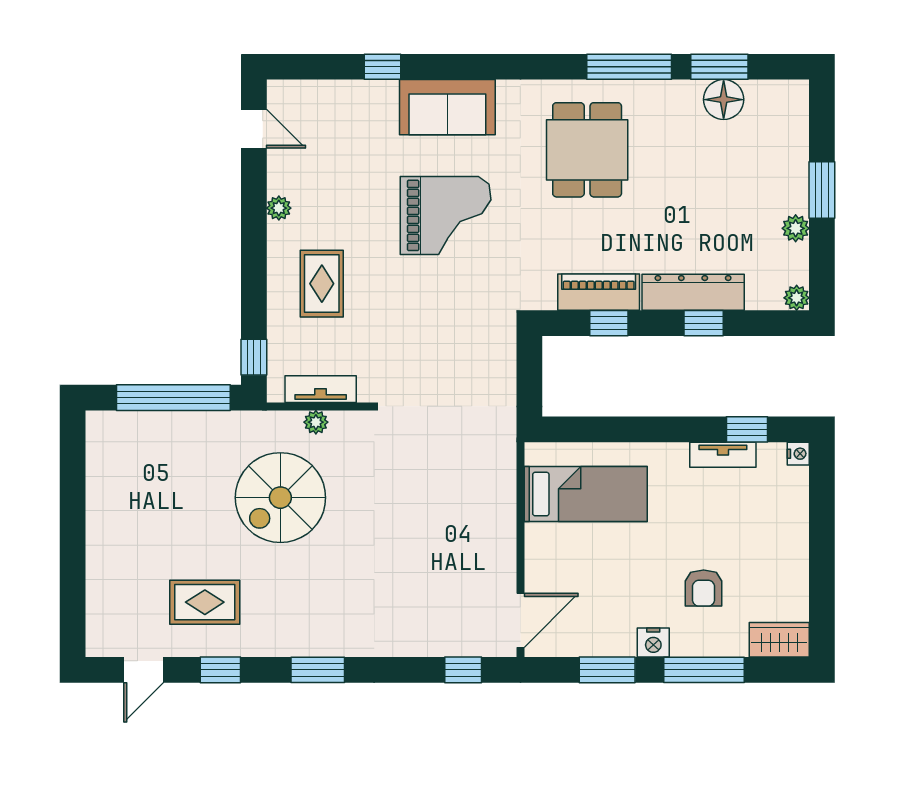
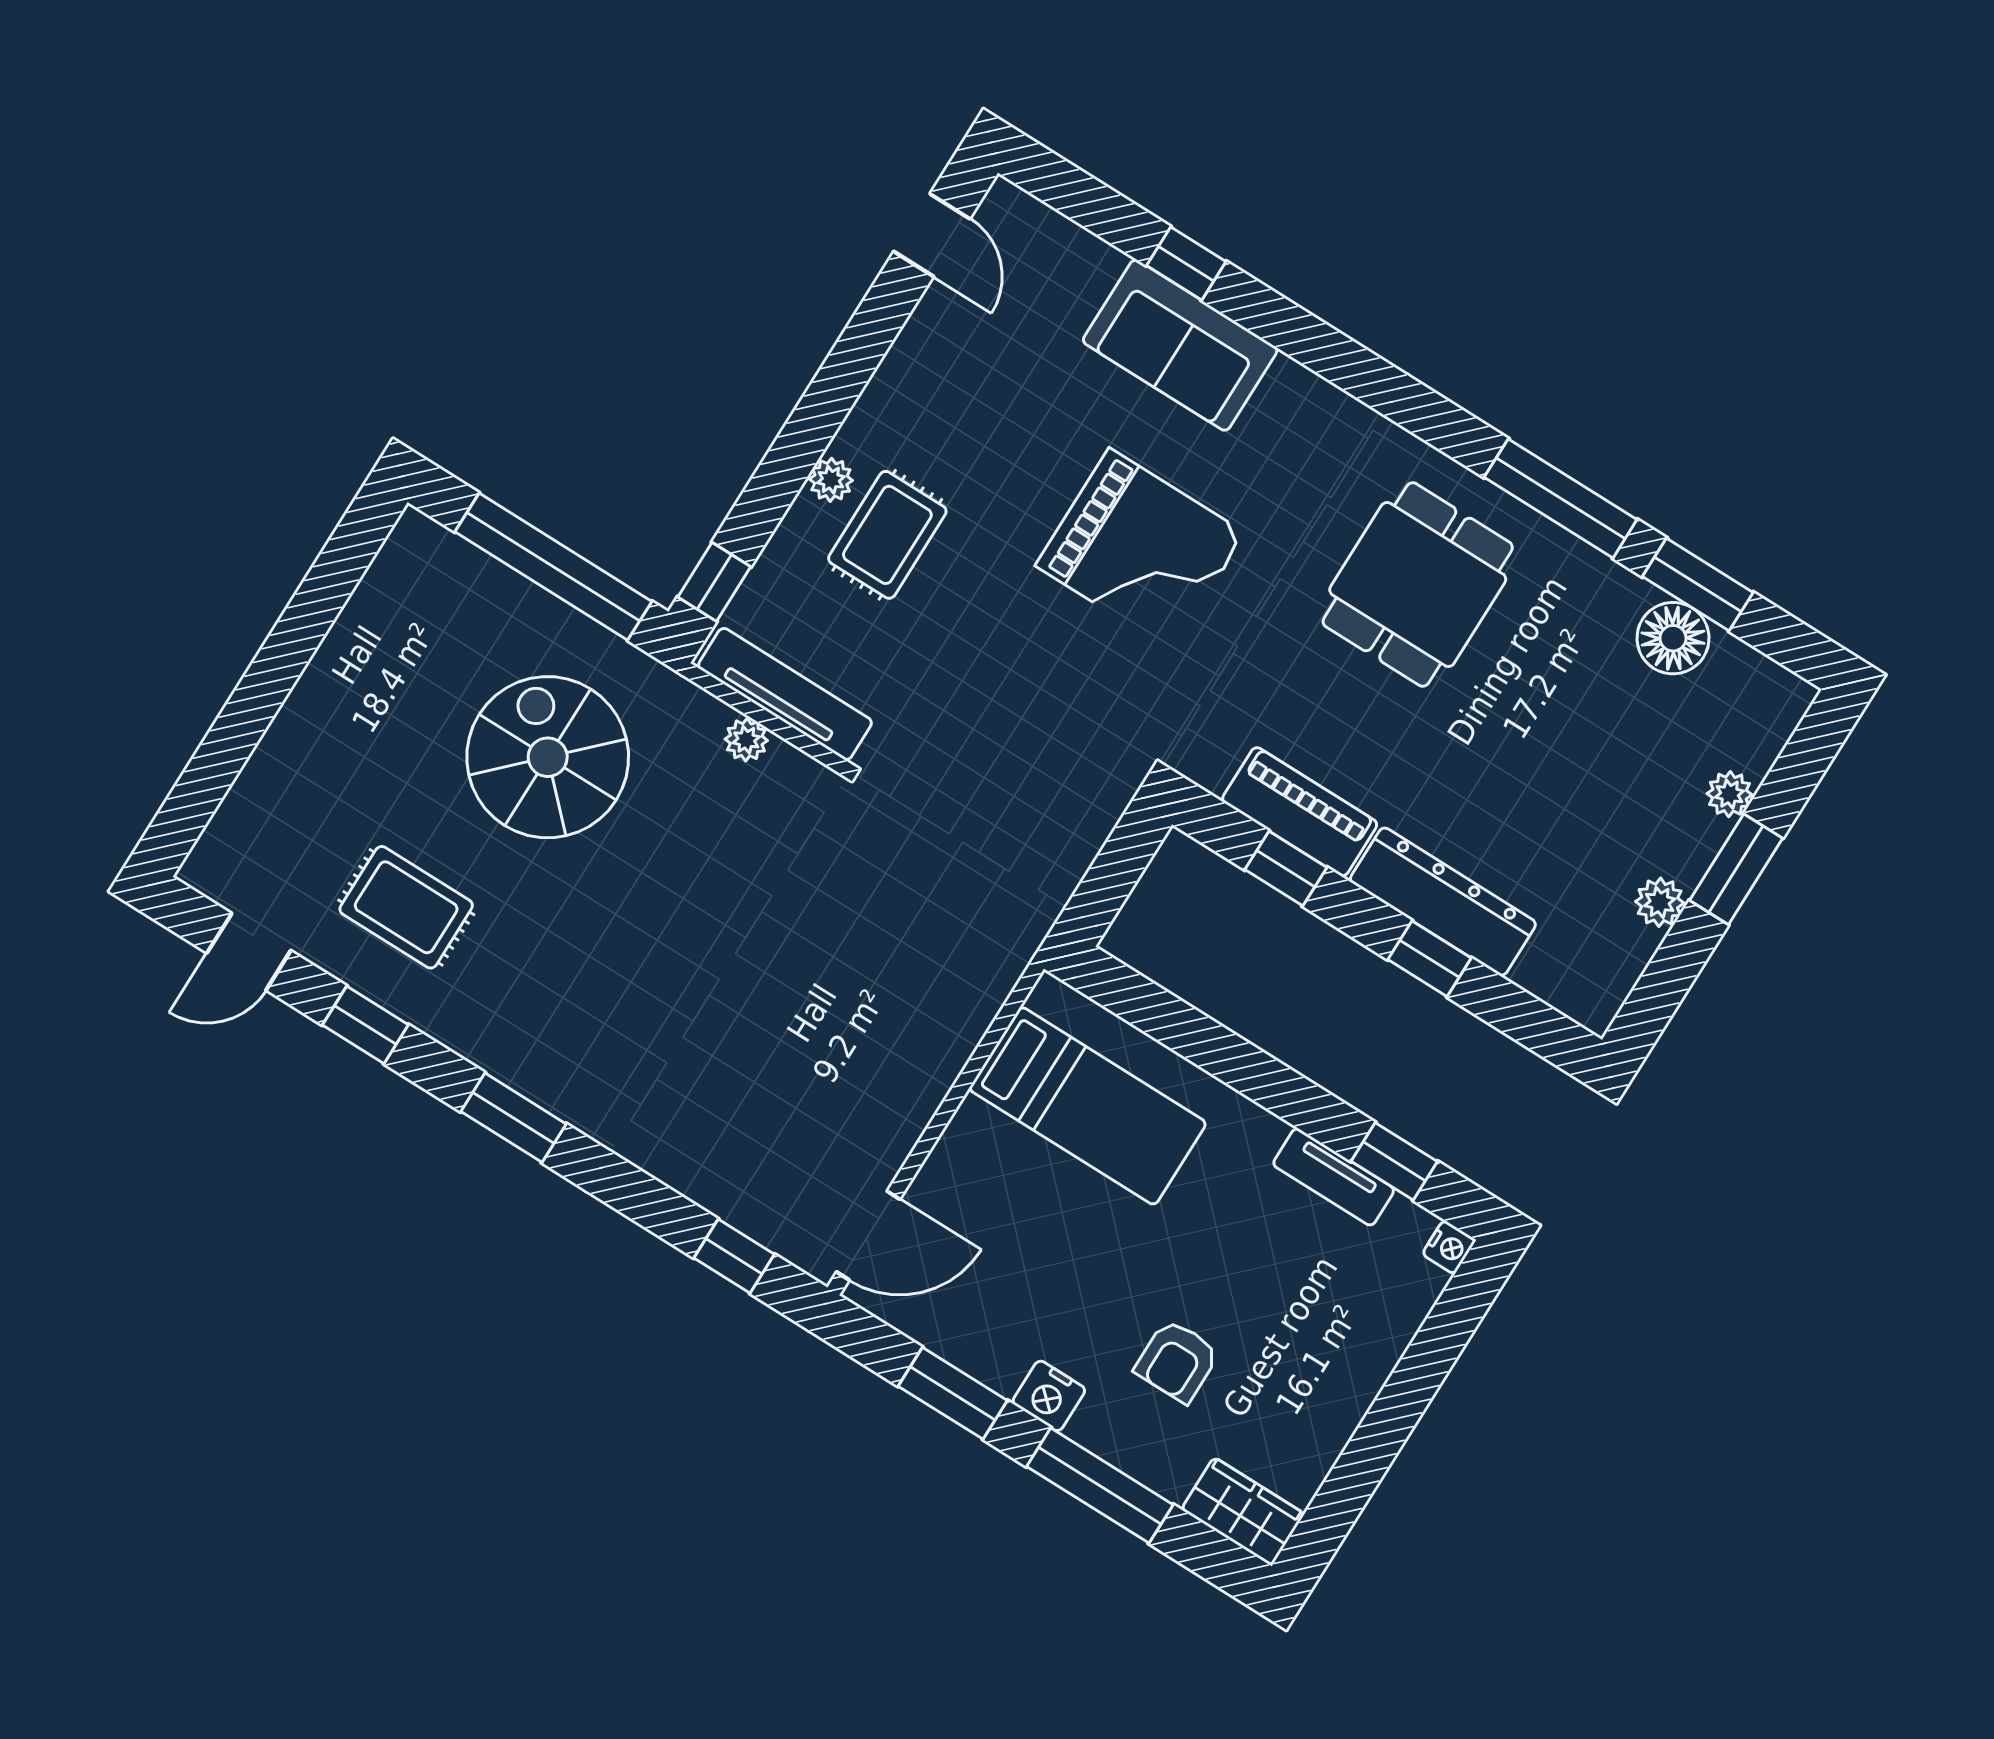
sofa: (447, 107) -> (1180, 345), moved
plant: (279, 208) -> (831, 480), moved
plant: (797, 298) -> (1730, 794), moved
tv unit: (321, 389) -> (785, 694), width x1.41
spiral stairs: (280, 498) -> (548, 757), moved, turned 90

